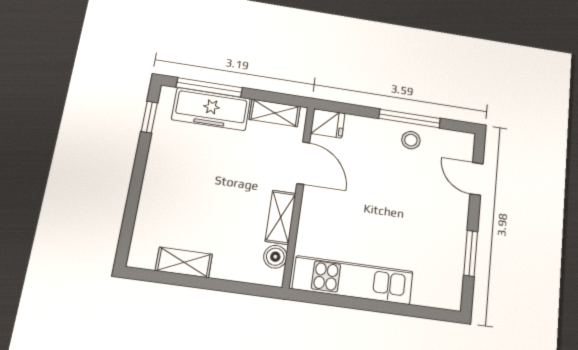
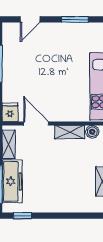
stool: (411, 140) -> (12, 61), removed
door: (303, 163) -> (36, 124), hinge flipped

